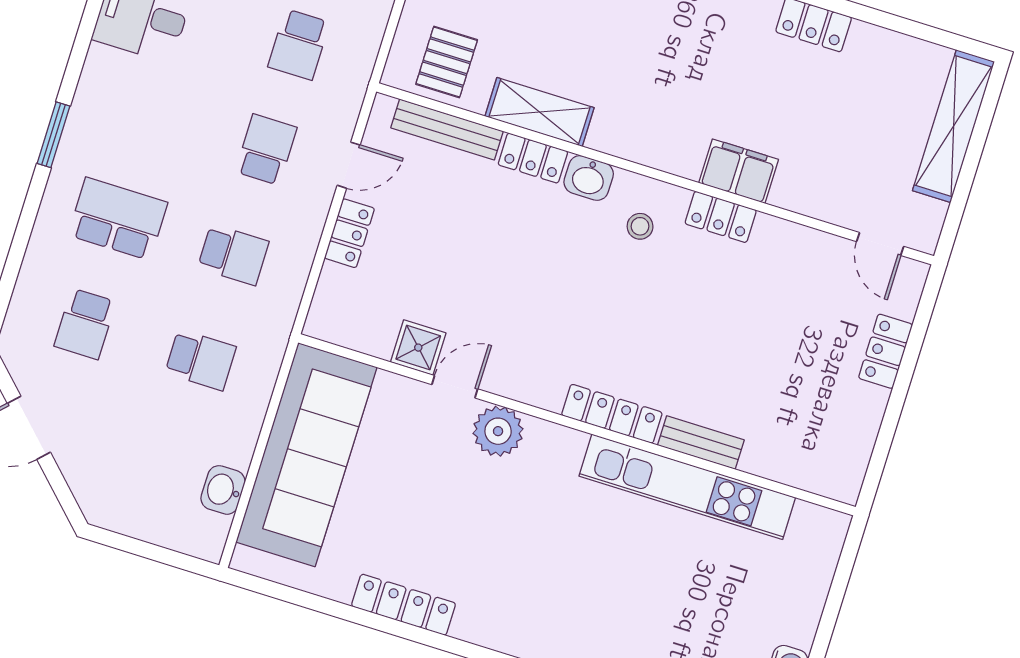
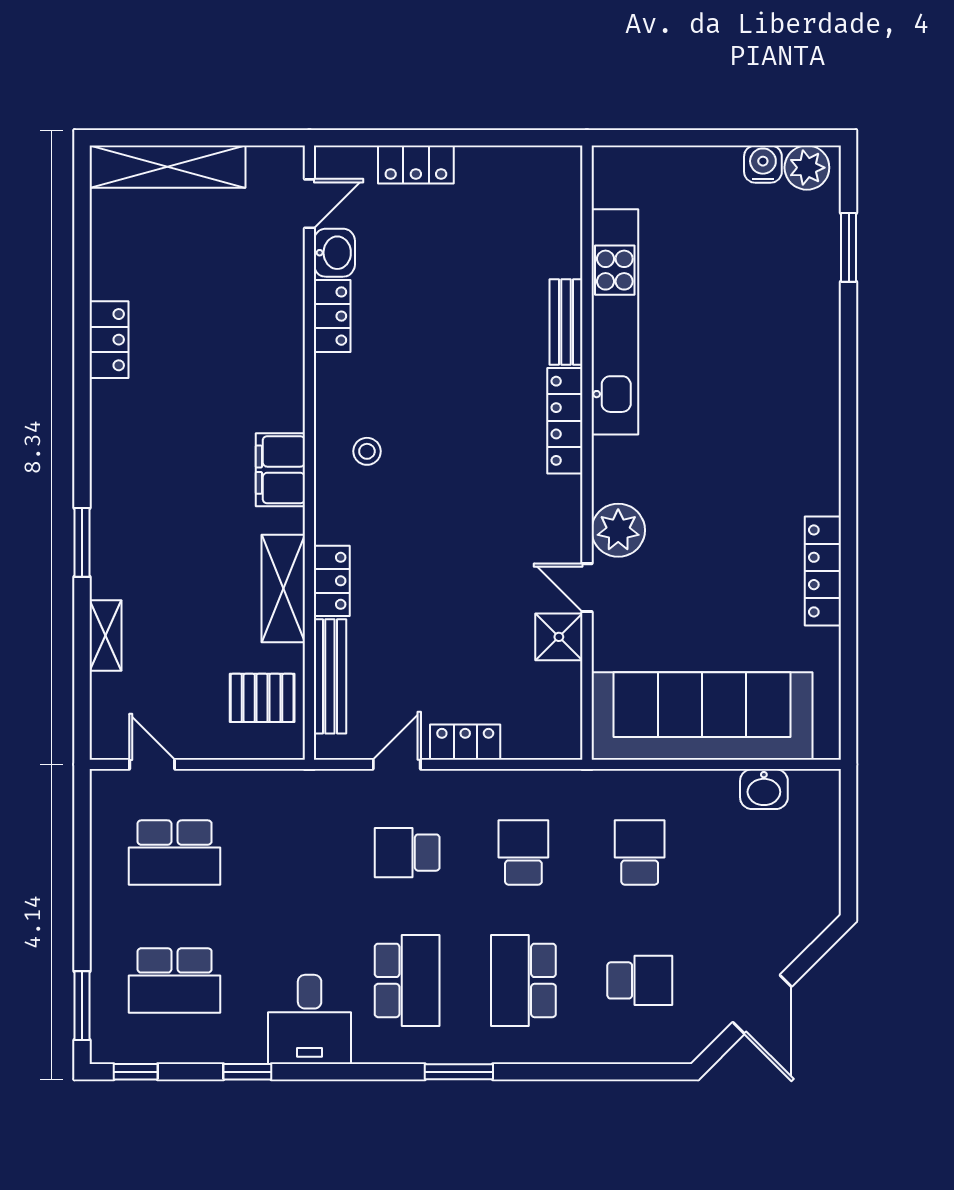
school desk: (299, 45) -> (407, 980), moved, width x1.85
door: (349, 165) -> (397, 764), hinge flipped
filing cabinet: (739, 171) -> (280, 470), moved
washbasin: (589, 178) -> (334, 253), moved
locker: (721, 217) -> (332, 316), moved

